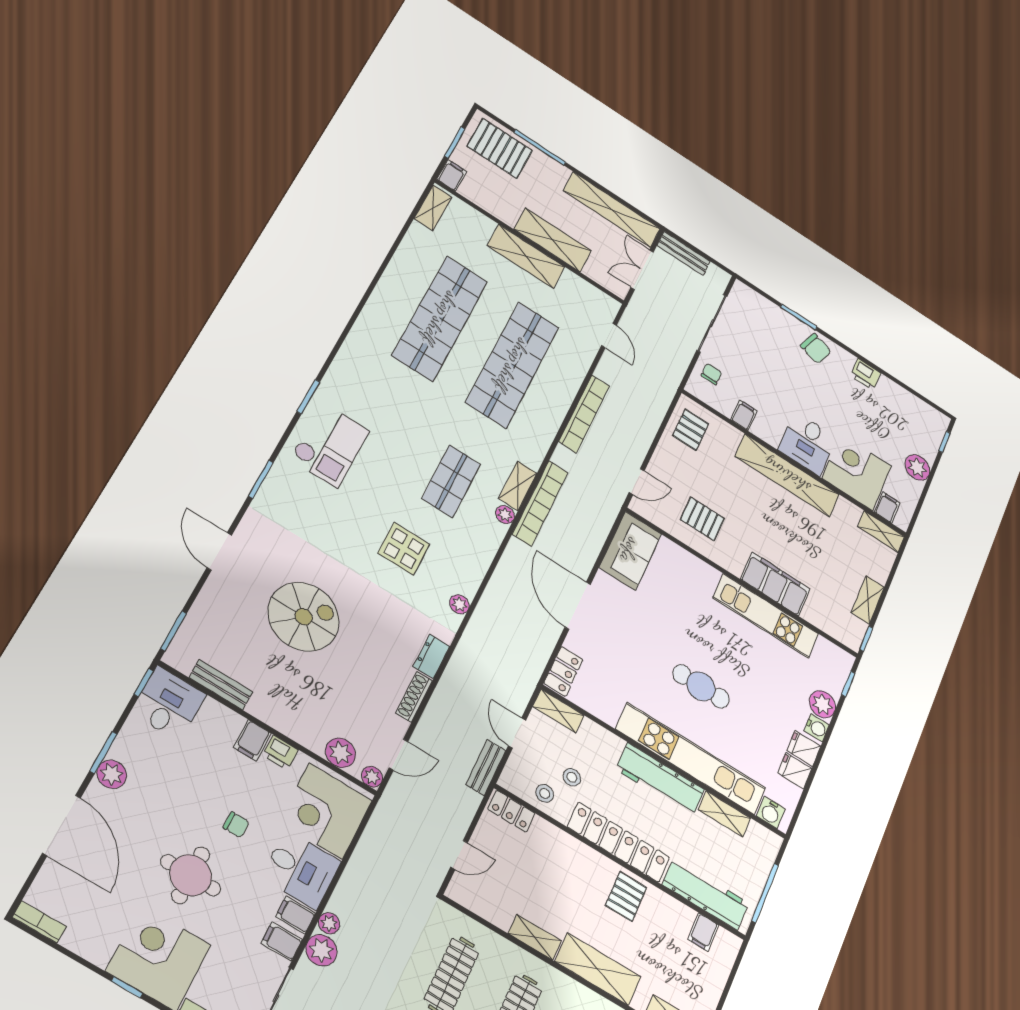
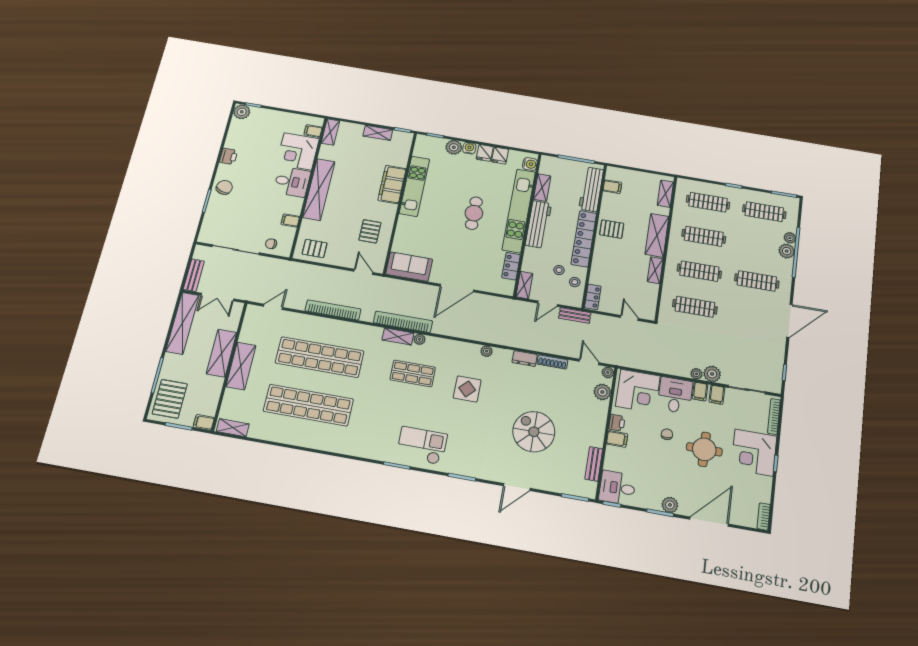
plant: (917, 467) -> (242, 112), moved
locker: (563, 671) -> (511, 266), moved, turned -90

